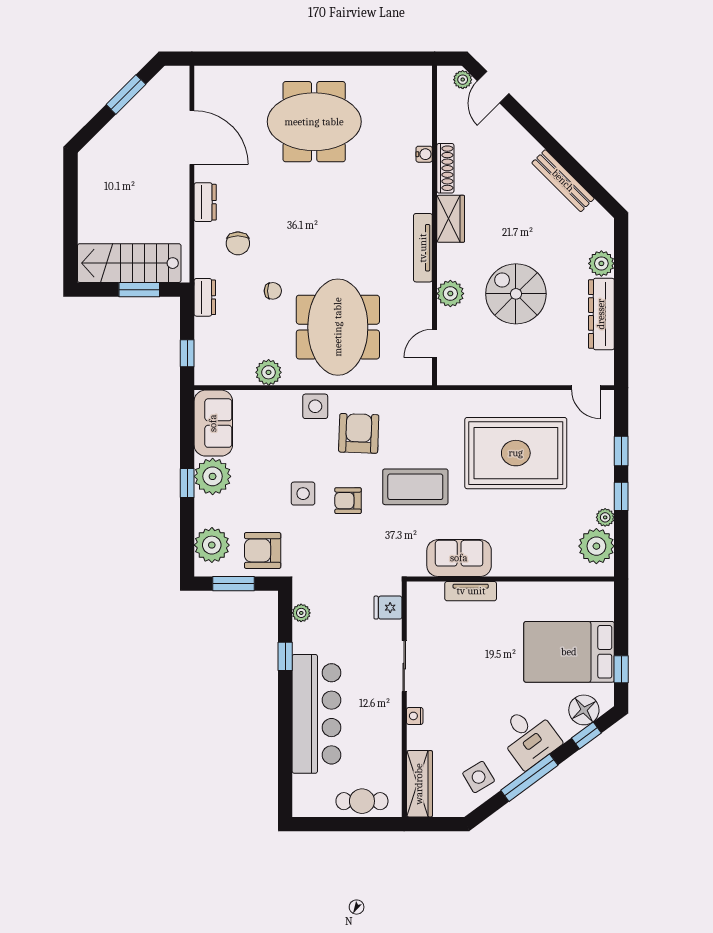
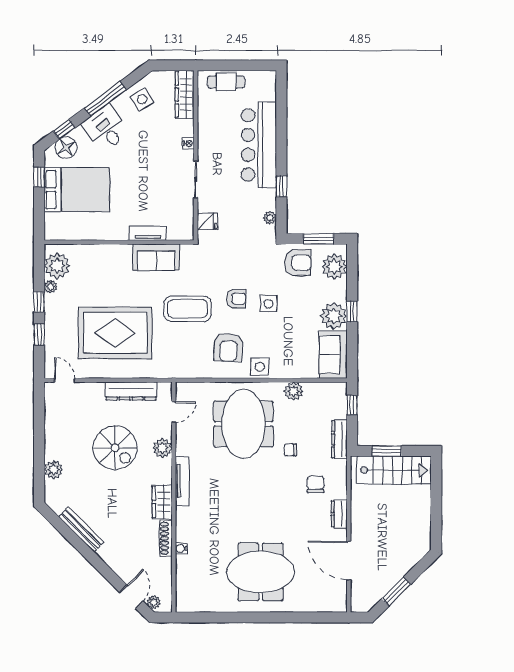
dresser: (205, 297) -> (339, 439), width x1.44
dresser: (601, 314) -> (131, 391), moved, turned 90

